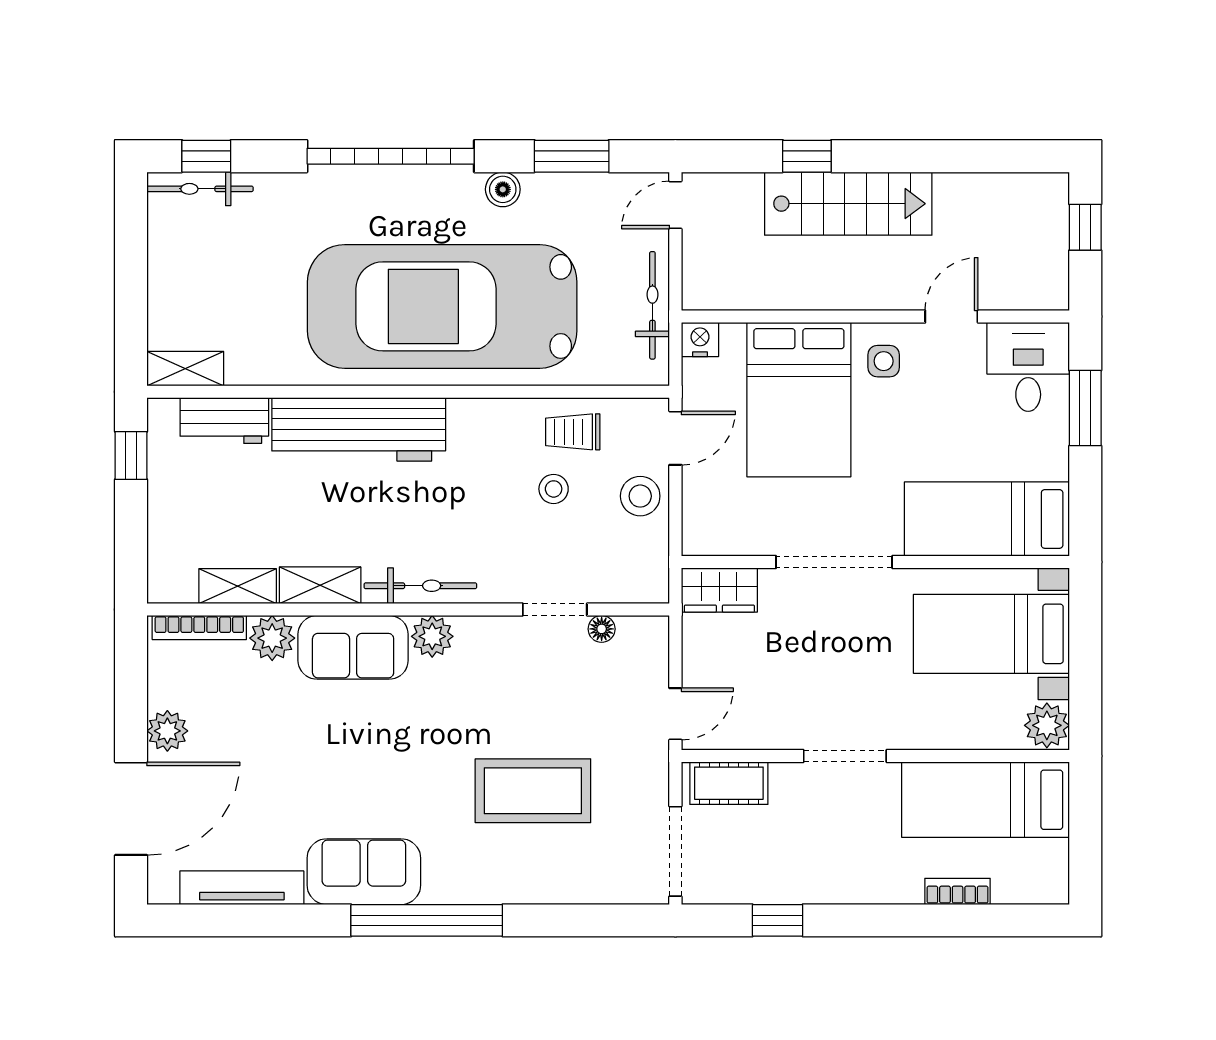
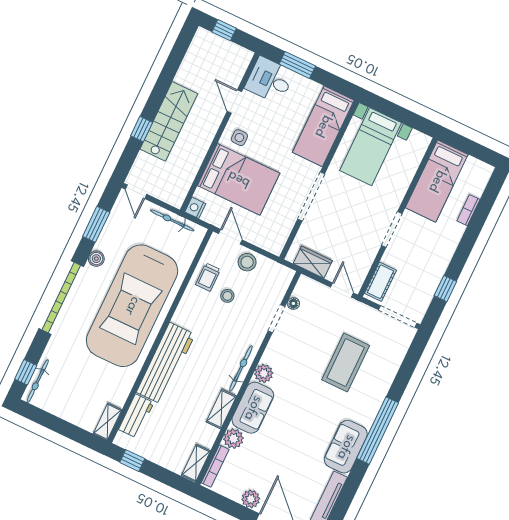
shelving: (238, 586) -> (196, 463), moved
wardrobe: (719, 590) -> (313, 262), moved, turned -90
plant: (1047, 725) -> (418, 142), removed

